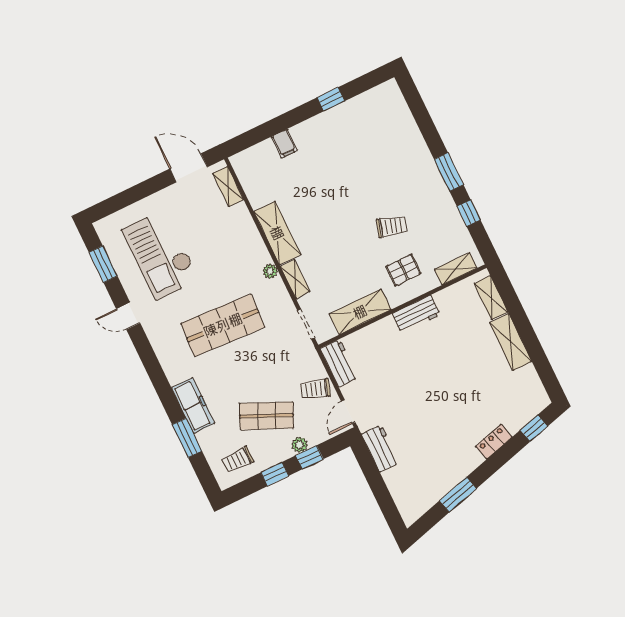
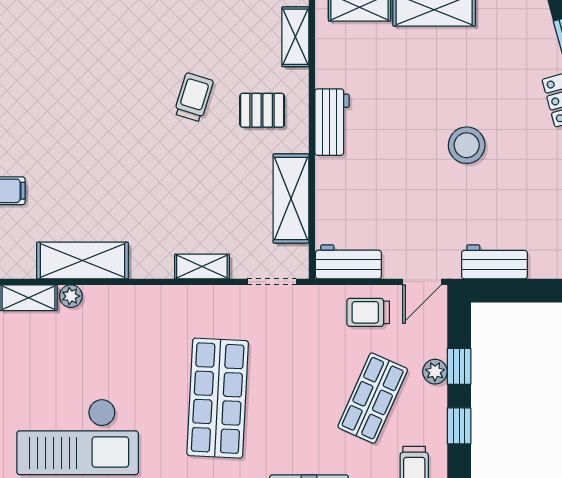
shelving: (277, 233) -> (83, 261), moved
pallet: (403, 270) -> (262, 110), turned 90
plant: (270, 271) -> (71, 296), moved
trolley: (315, 389) -> (368, 312), turned 72
stool: (441, 399) -> (467, 145), added
door: (348, 412) -> (422, 282), hinge flipped

